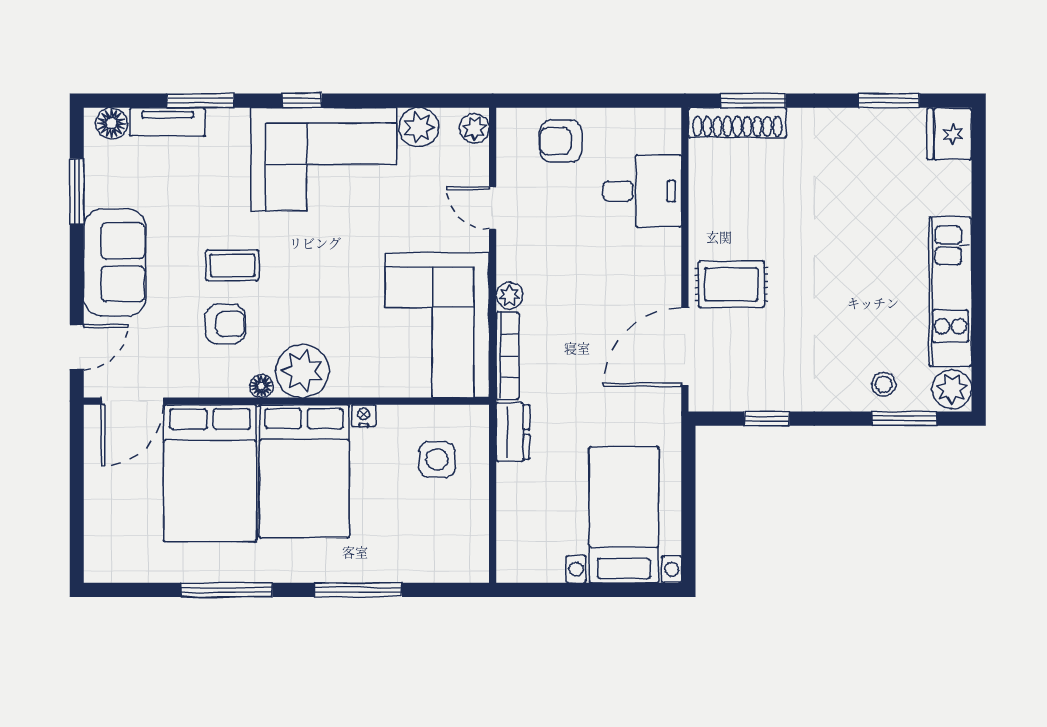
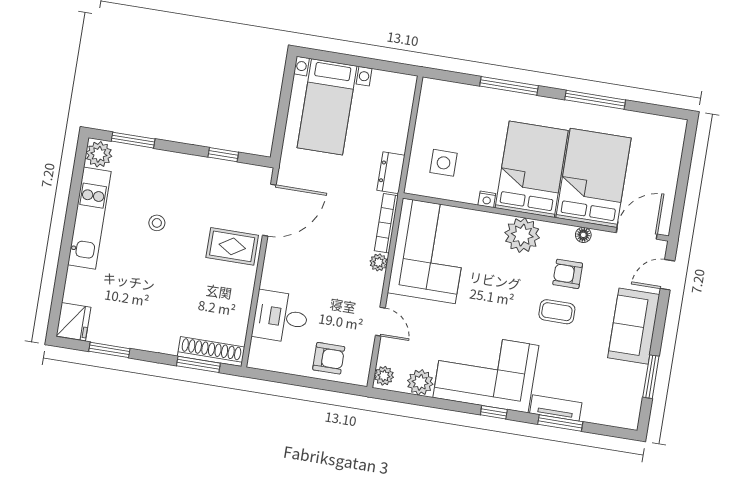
tv unit: (168, 122) -> (556, 408), moved
floor lamp: (111, 123) -> (621, 418), removed
stool: (884, 384) -> (157, 223), moved
floor lamp: (261, 386) -> (583, 235), moved

